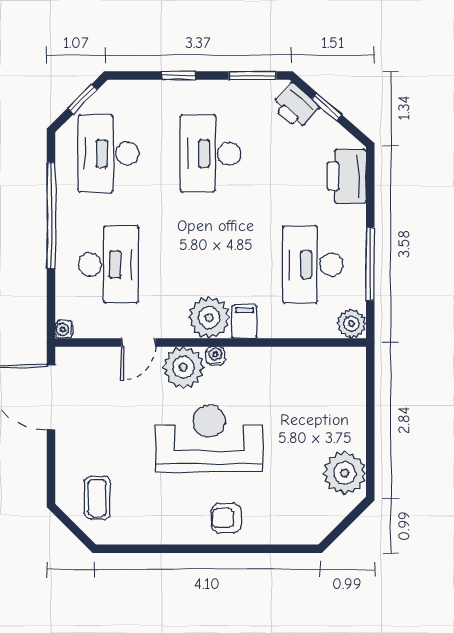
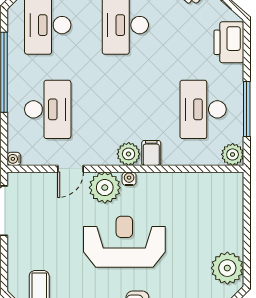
plant: (209, 317) -> (129, 154), width x0.73, depth x0.73

